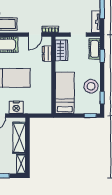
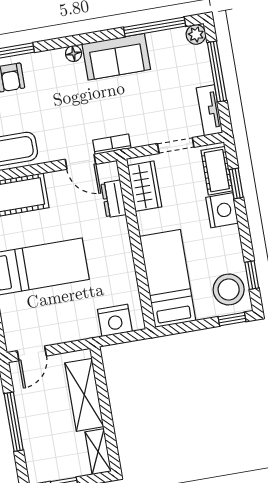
door: (35, 35) -> (80, 162), hinge flipped
nightstand: (94, 67) -> (222, 210), added
stool: (91, 86) -> (229, 289), moved
nightstand: (16, 107) -> (115, 320), moved

